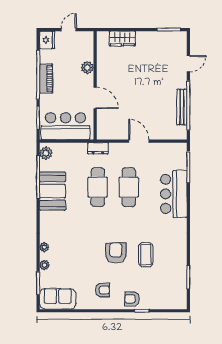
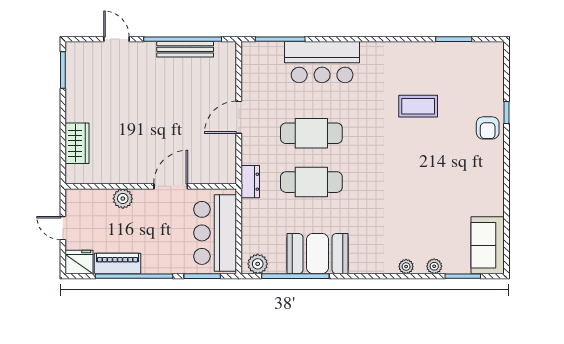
piano: (46, 79) -> (118, 264), moved
armchair: (116, 253) -> (415, 154), removed
armchair: (102, 290) -> (474, 175), removed

